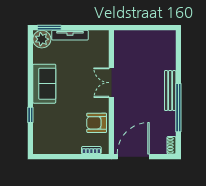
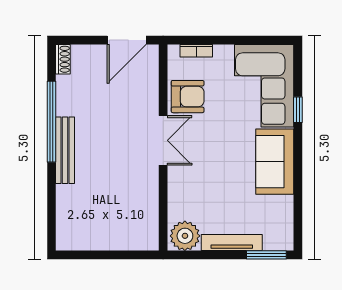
plant: (42, 39) -> (185, 236), moved
double door: (111, 83) -> (163, 140), moved
corner sofa: (51, 129) -> (264, 86), added
door: (133, 157) -> (127, 40), width x0.73

